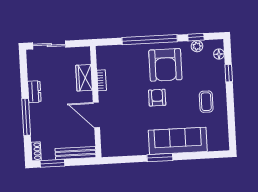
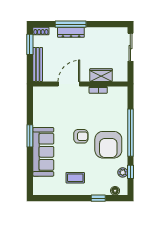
armchair: (165, 65) -> (108, 145), turned -90
dresser: (34, 92) -> (71, 32), moved, width x1.44

